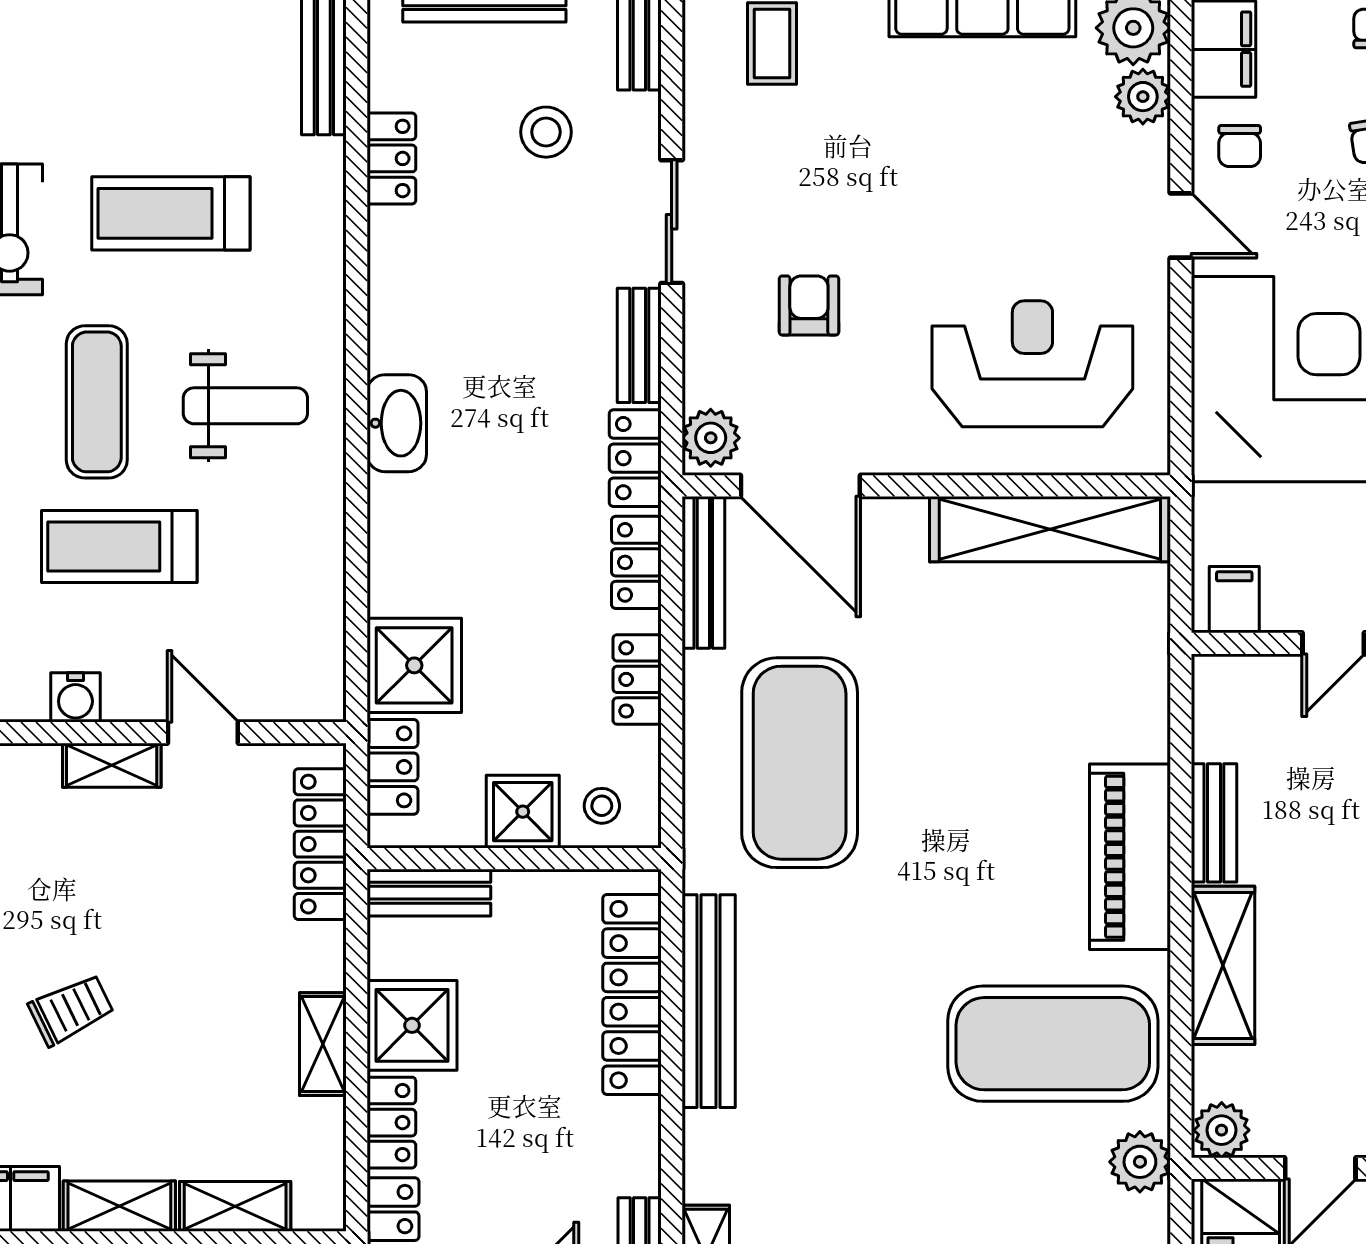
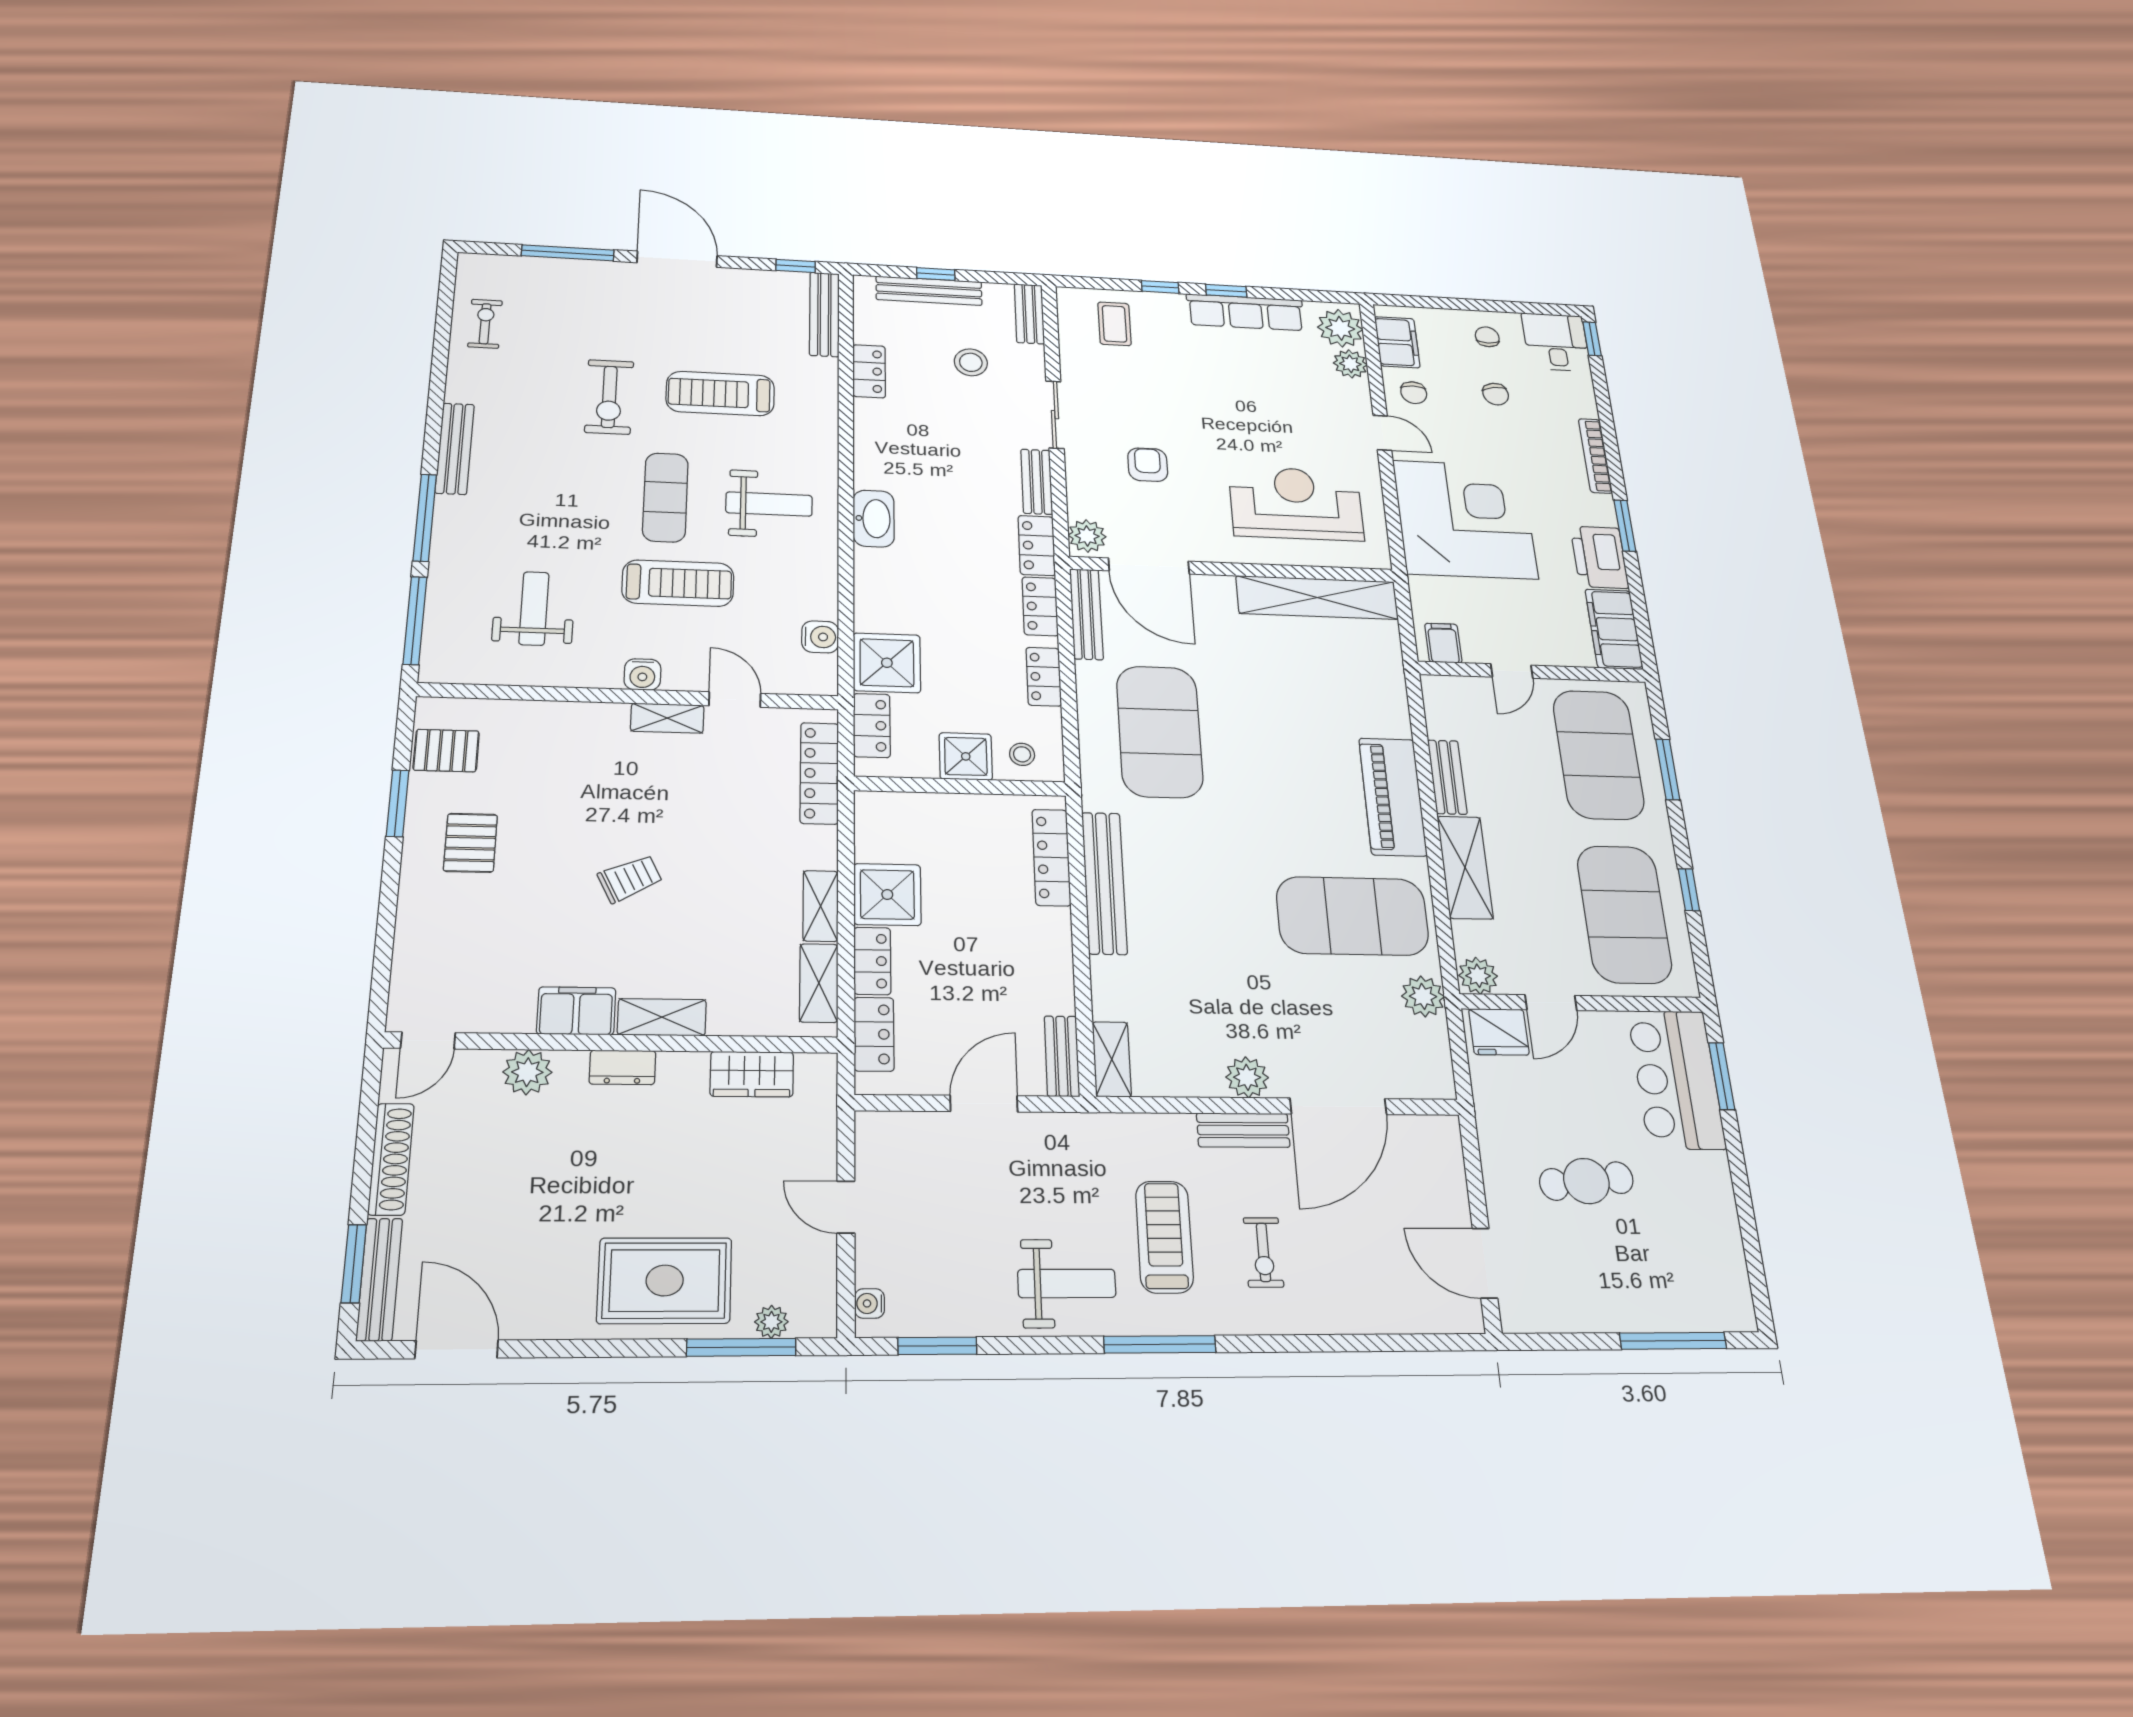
treadmill: (119, 547) -> (678, 583), turned 180
water cooler: (320, 627) -> (820, 637), added
bench: (429, 893) -> (899, 807), removed
locker: (632, 995) -> (1051, 857), width x0.71, depth x0.83
shelving: (235, 1206) -> (819, 983), moved, turned 90

